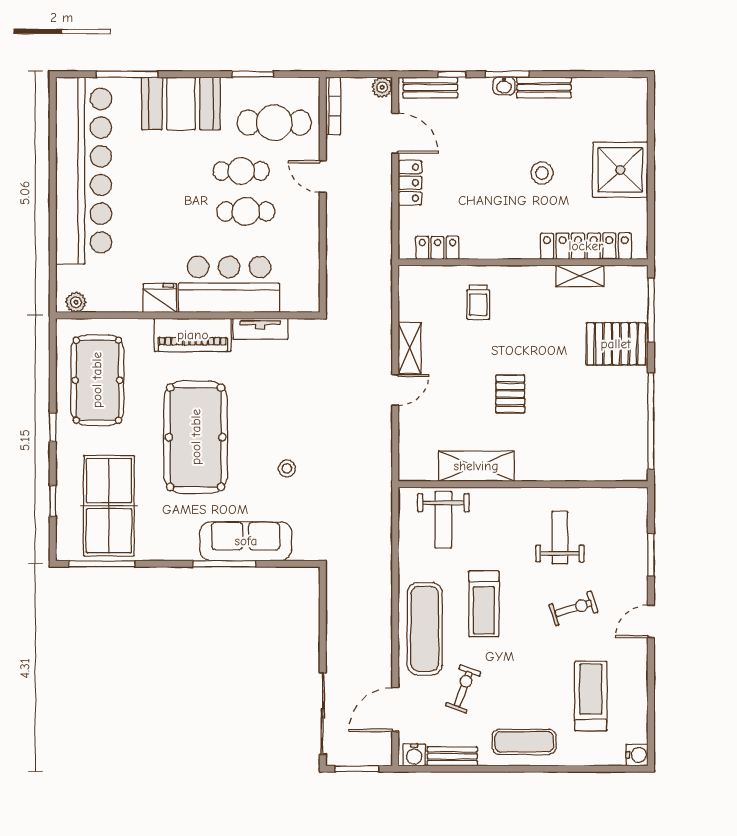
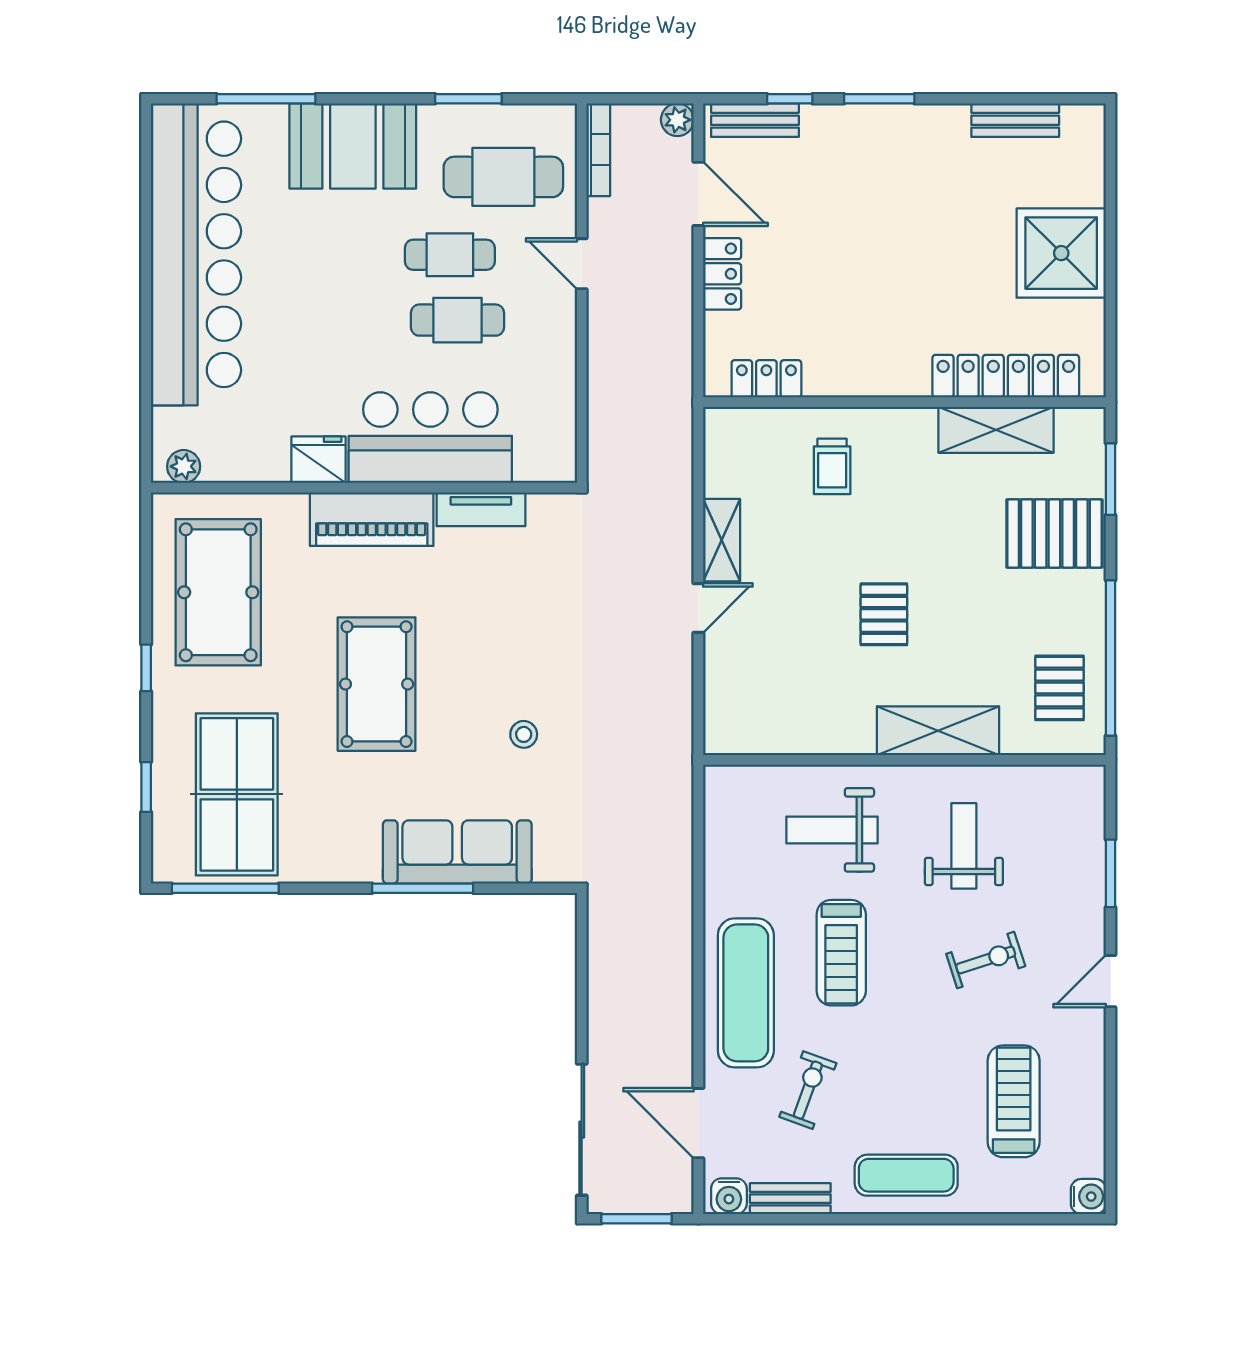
washbasin: (504, 86) -> (874, 118), removed
bench: (544, 87) -> (1015, 120), moved
stool: (542, 173) -> (935, 258), removed
shelving: (580, 276) -> (996, 430), width x1.50, depth x1.33
window: (651, 310) -> (1111, 479), width x0.69
pool table: (196, 437) -> (377, 684), width x0.73, depth x0.76
pallet: (619, 440) -> (1059, 688), added
shelving: (476, 466) -> (938, 731), moved
weight bench: (443, 520) -> (832, 830), moved, turned 90
door: (395, 710) -> (698, 1123), hinge flipped

